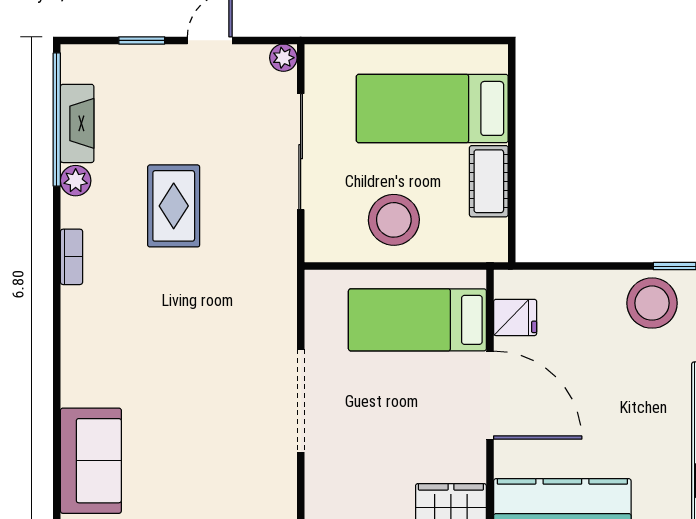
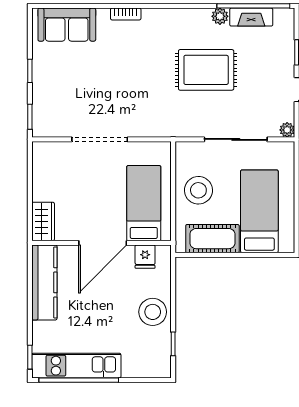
cot: (489, 181) -> (212, 239), width x1.37, depth x1.34
rug: (174, 206) -> (206, 70), width x1.36, depth x1.43
bookcase: (71, 257) -> (126, 14), moved
stool: (652, 303) -> (153, 312), moved

